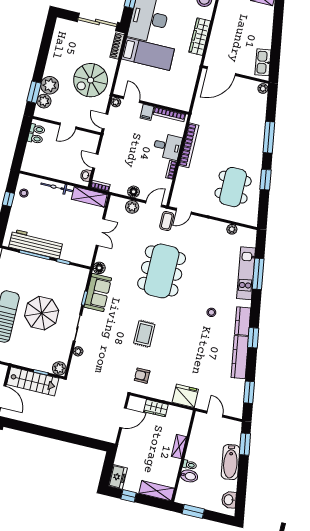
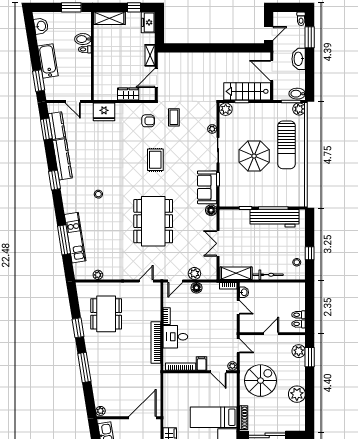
plant: (50, 85) -> (297, 394), moved
coffee table: (167, 221) -> (174, 117), moved
kitchen counter: (243, 321) -> (57, 126), moved
shelving: (179, 447) -> (150, 55), moved

